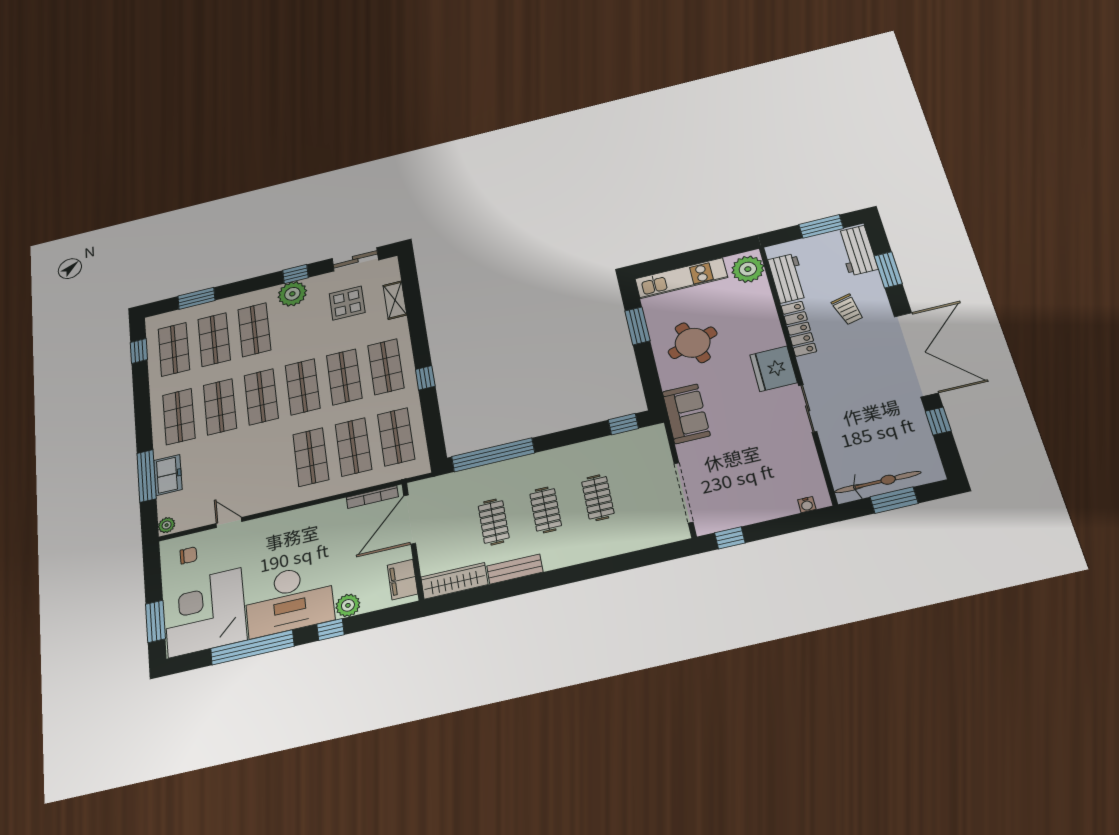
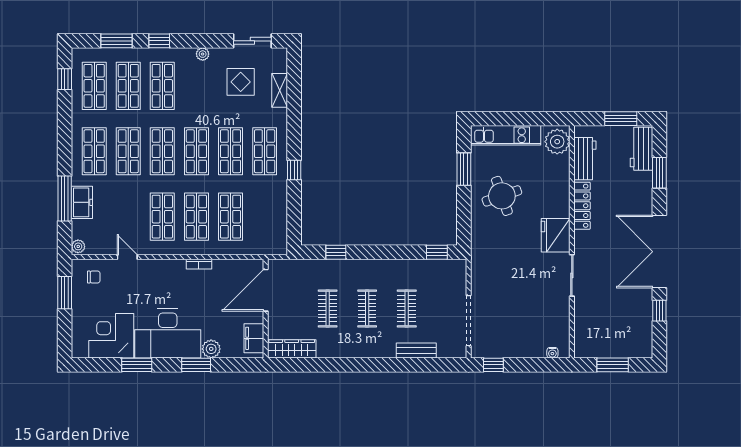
window: (295, 274) -> (159, 41), moved
plant: (292, 294) -> (203, 54), width x0.53, depth x0.53
trolley: (848, 309) -> (621, 199), removed
double door: (916, 354) -> (659, 252), swing flipped
sofa: (686, 414) -> (484, 256), removed
shop shelf: (396, 437) -> (162, 217), moved
window: (493, 455) -> (336, 252), width x0.32
bicycle: (878, 482) -> (605, 348), removed
bookcase: (372, 497) -> (199, 264), moved, width x0.64
bench: (515, 569) -> (416, 351), moved
corner desk: (205, 612) -> (111, 336), width x0.74, depth x0.74
window: (155, 621) -> (65, 293), moved
window: (331, 629) -> (196, 365), width x1.50
window: (252, 647) -> (137, 365), width x0.47

